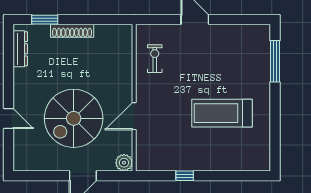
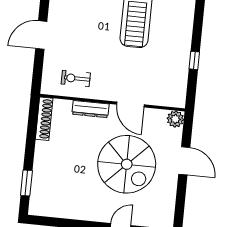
shoe rack: (72, 31) -> (44, 119), moved
dresser: (20, 49) -> (91, 109), moved, turned 180

